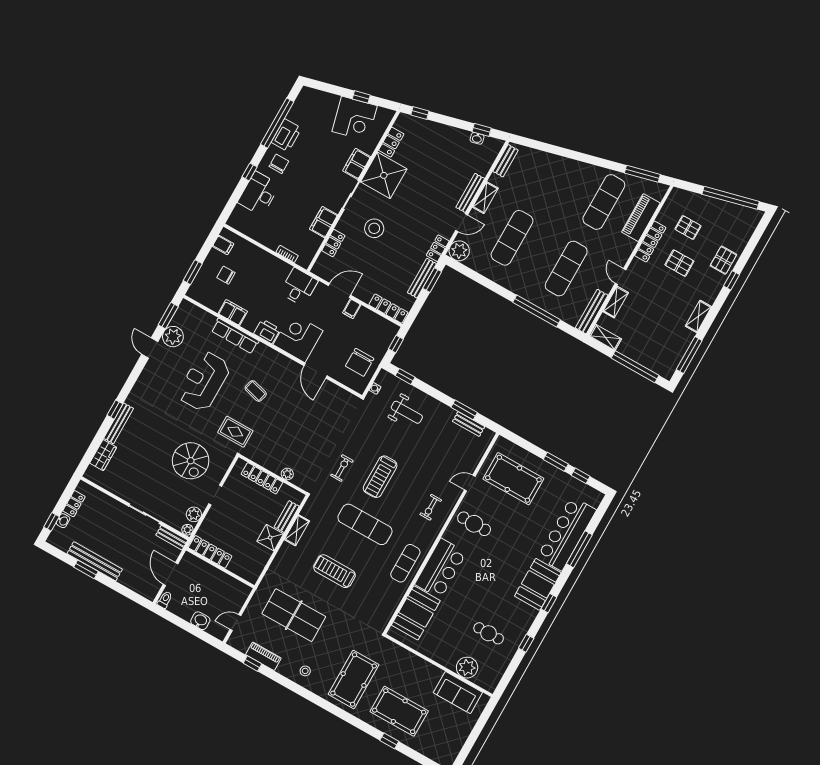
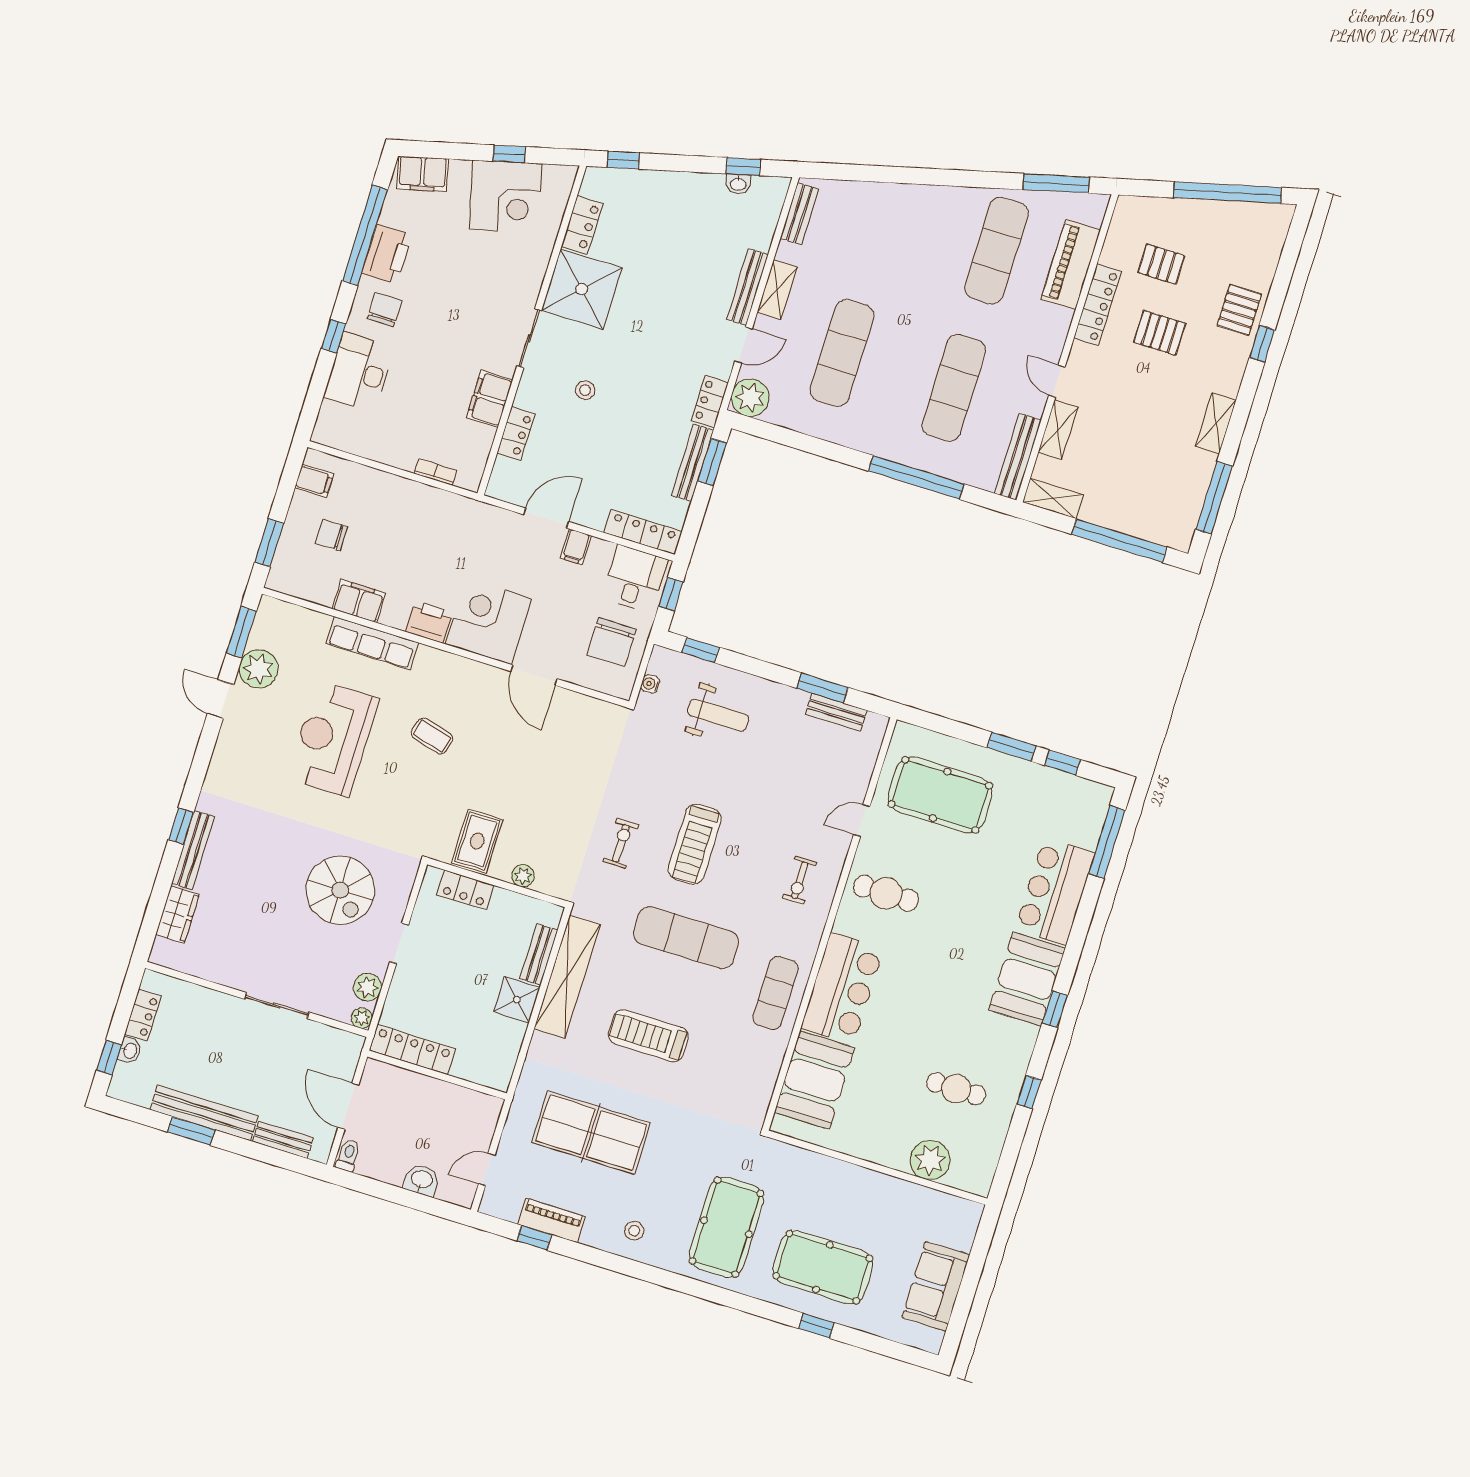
filing cabinet: (357, 164) -> (423, 174), moved, turned -104
stool: (374, 228) -> (585, 390), width x0.53, depth x0.53
desk: (299, 287) -> (635, 579), moved
rug: (235, 432) -> (477, 841), moved, turned 90
locker: (262, 478) -> (465, 890), width x0.66
shelving: (297, 530) -> (567, 977), width x2.20, depth x1.33
bar counter: (567, 534) -> (1055, 891), width x0.73
bench: (172, 538) -> (283, 1140), moved
window: (579, 549) -> (1107, 842), moved
sofa: (458, 693) -> (936, 1286), moved, turned 90

